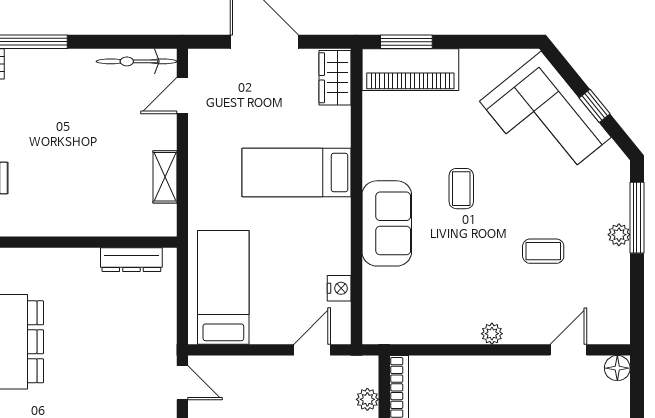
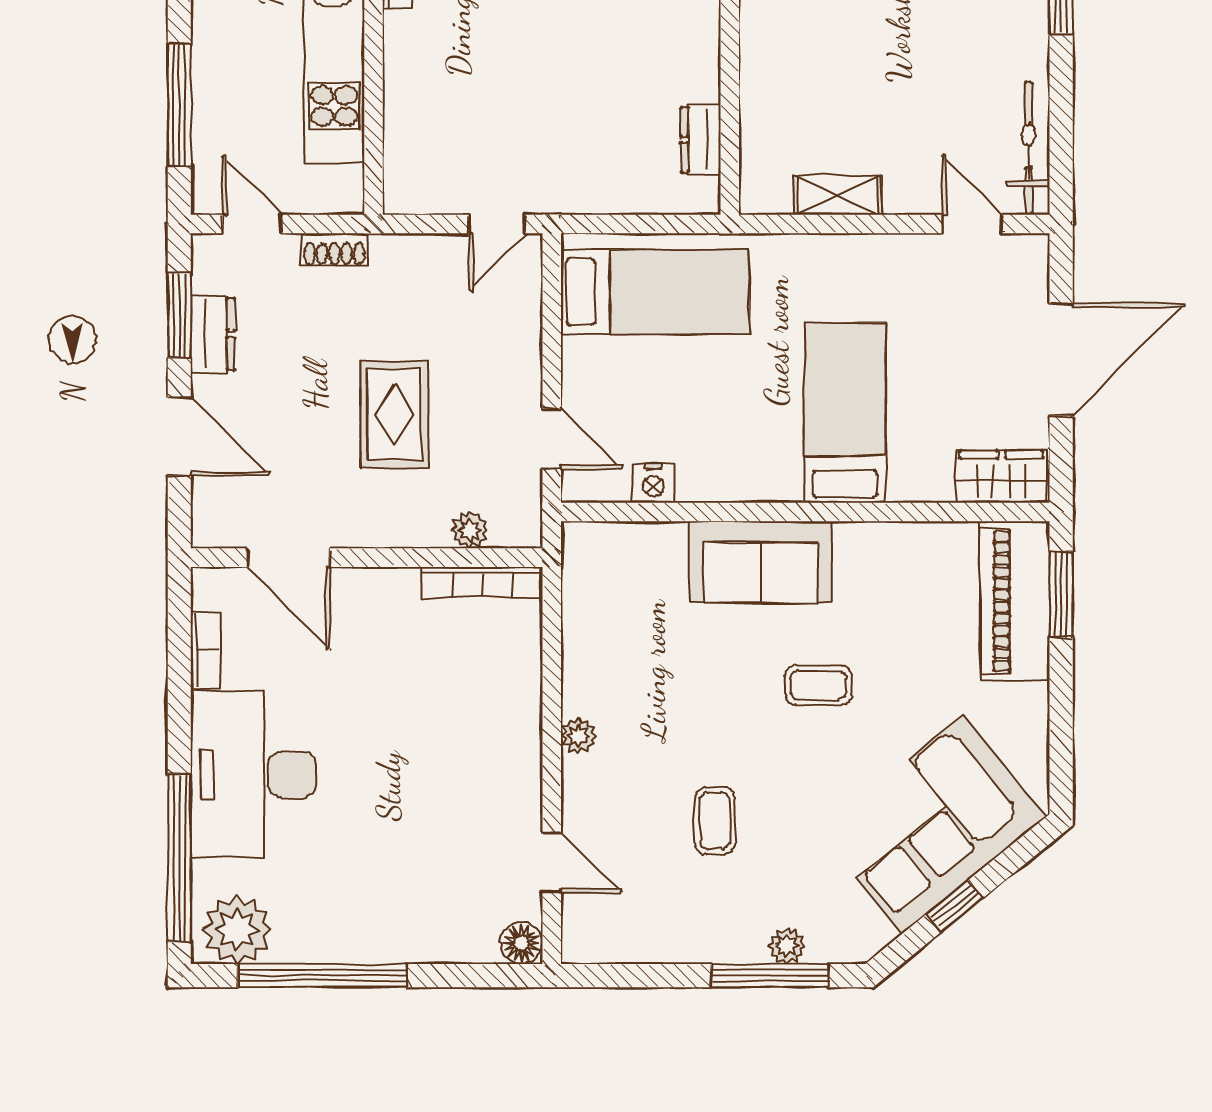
plant: (619, 235) -> (787, 946), moved
dresser: (131, 260) -> (701, 140), width x0.70

